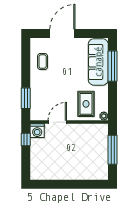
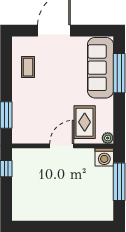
door: (57, 122) -> (62, 146), moved
washing machine: (37, 131) -> (104, 157), moved

